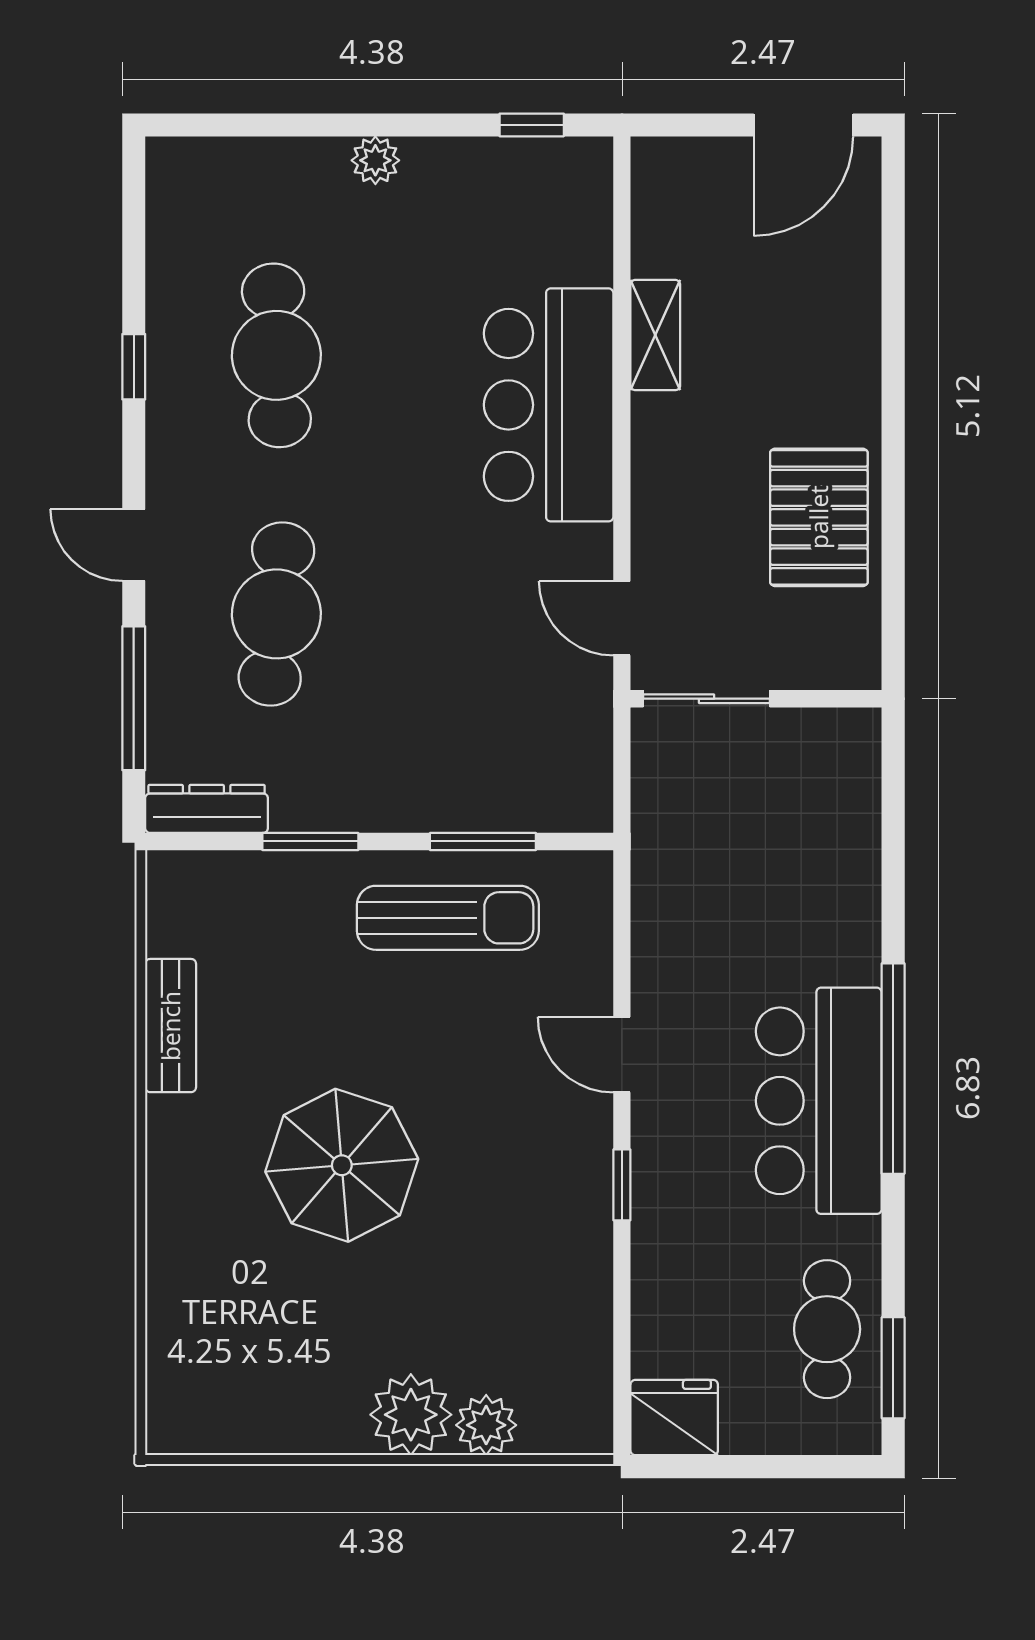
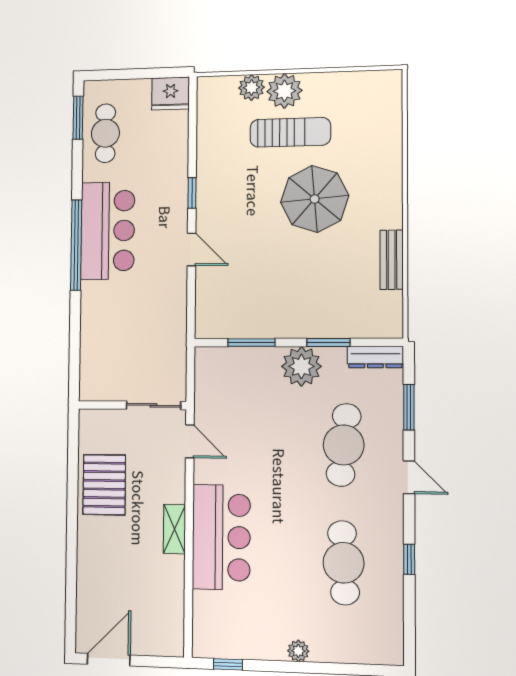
shelving: (655, 335) -> (174, 529), moved
window: (134, 698) -> (409, 407), width x0.69
plant: (370, 788) -> (301, 366), added
sun lounger: (448, 918) -> (290, 132), moved, turned 180

